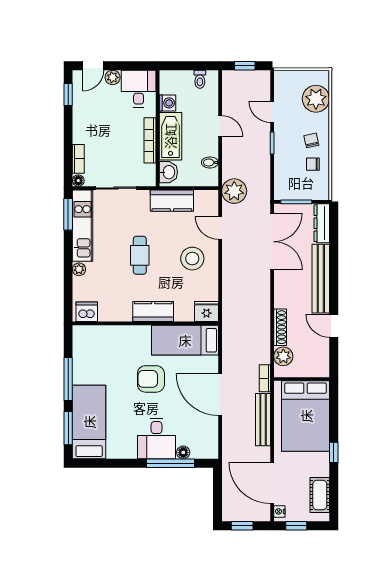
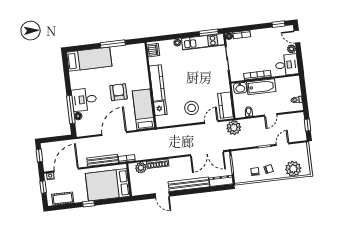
washing machine: (167, 103) -> (280, 83), removed
kitchen counter: (172, 201) -> (225, 105), moved
cafe table: (140, 255) -> (190, 77), removed
kitchen counter: (153, 312) -> (157, 83), width x1.50
fridge: (206, 312) -> (160, 108), moved
door: (334, 326) -> (162, 195), swing flipped
window: (68, 428) -> (84, 47), removed

